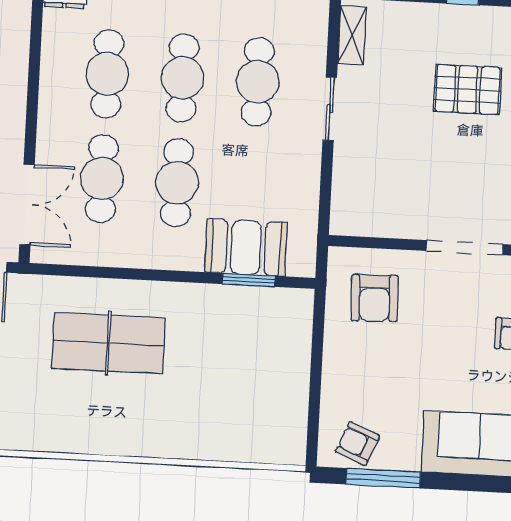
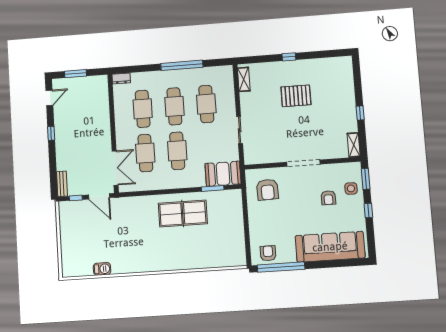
sliding door: (330, 109) -> (240, 130), moved
booth: (246, 247) -> (223, 174), moved
table tennis table: (108, 343) -> (183, 213), moved
armchair: (358, 444) -> (268, 253), turned 67
window: (383, 478) -> (281, 267), width x1.46

